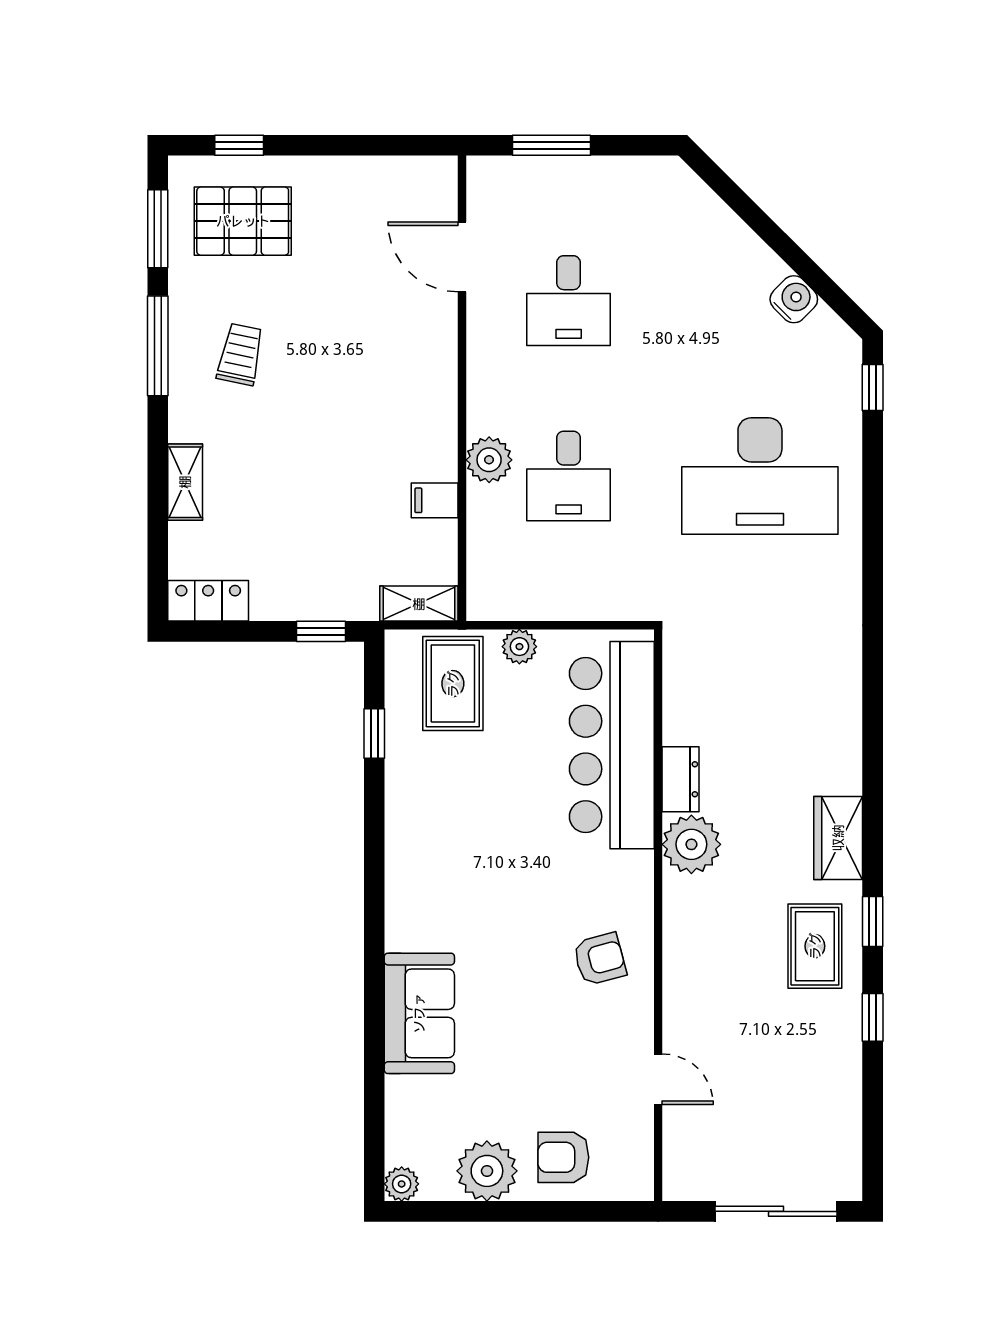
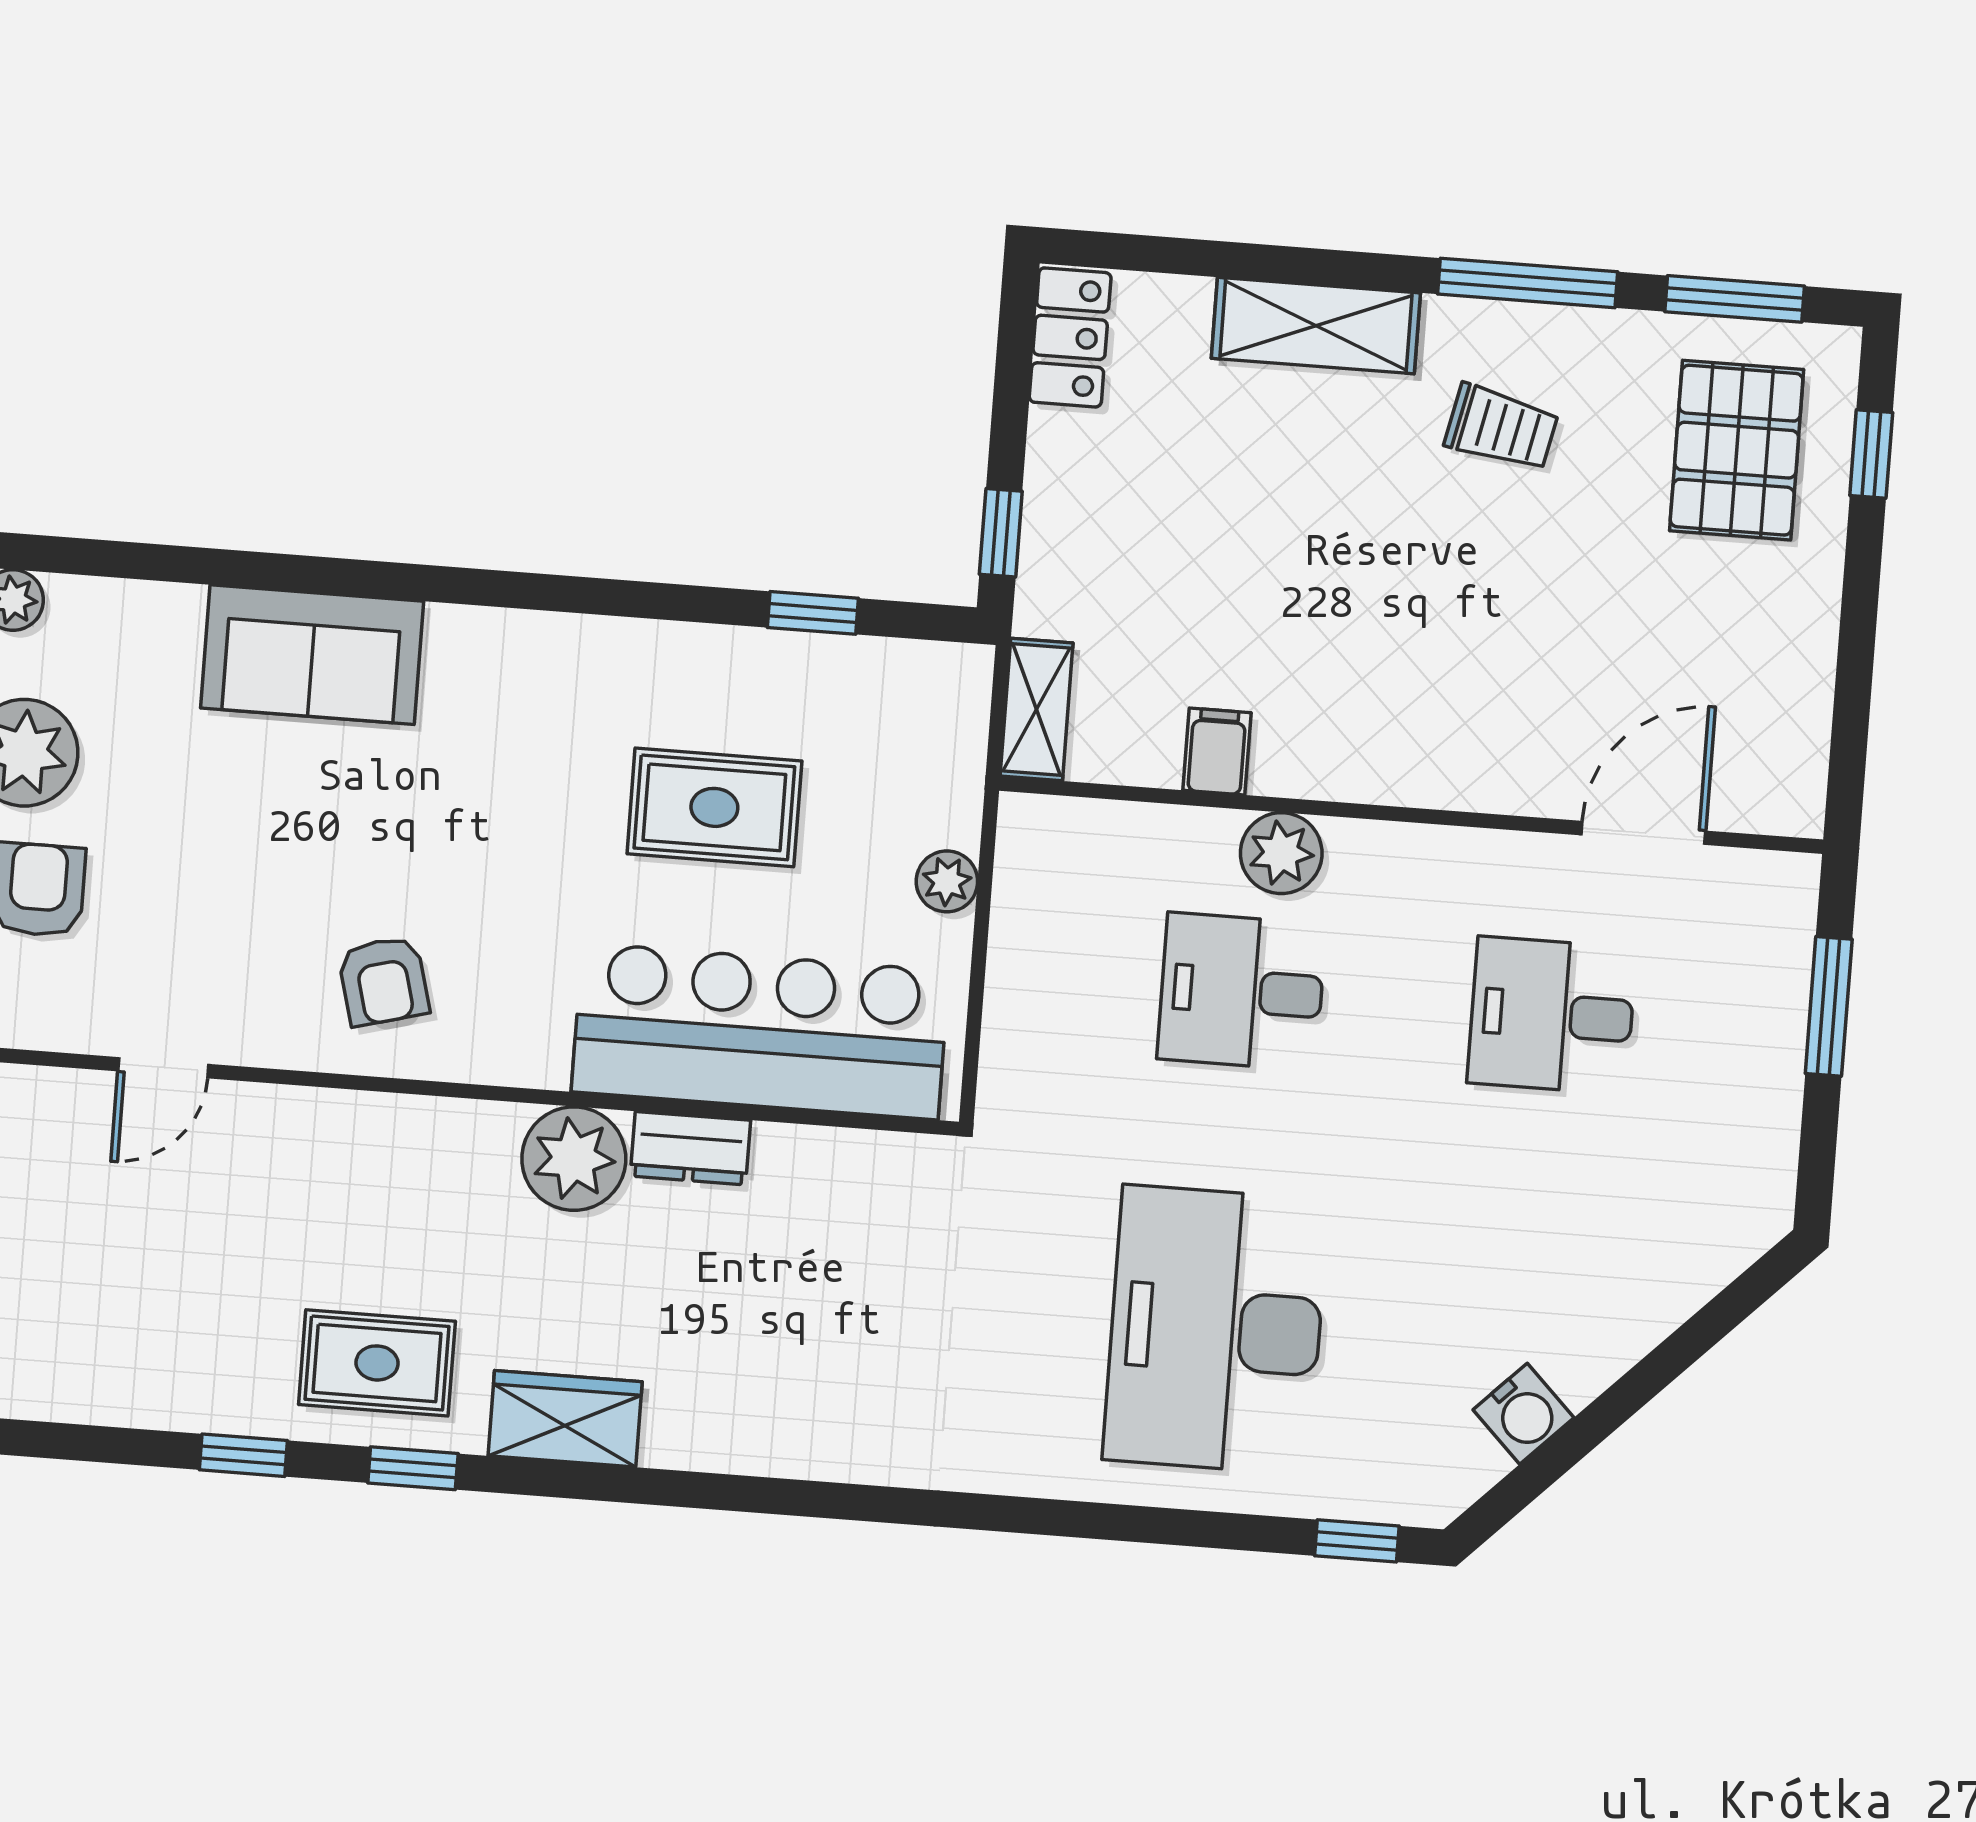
shelving: (185, 482) -> (1316, 326), width x1.50, depth x1.33
rug: (453, 684) -> (714, 807), moved

